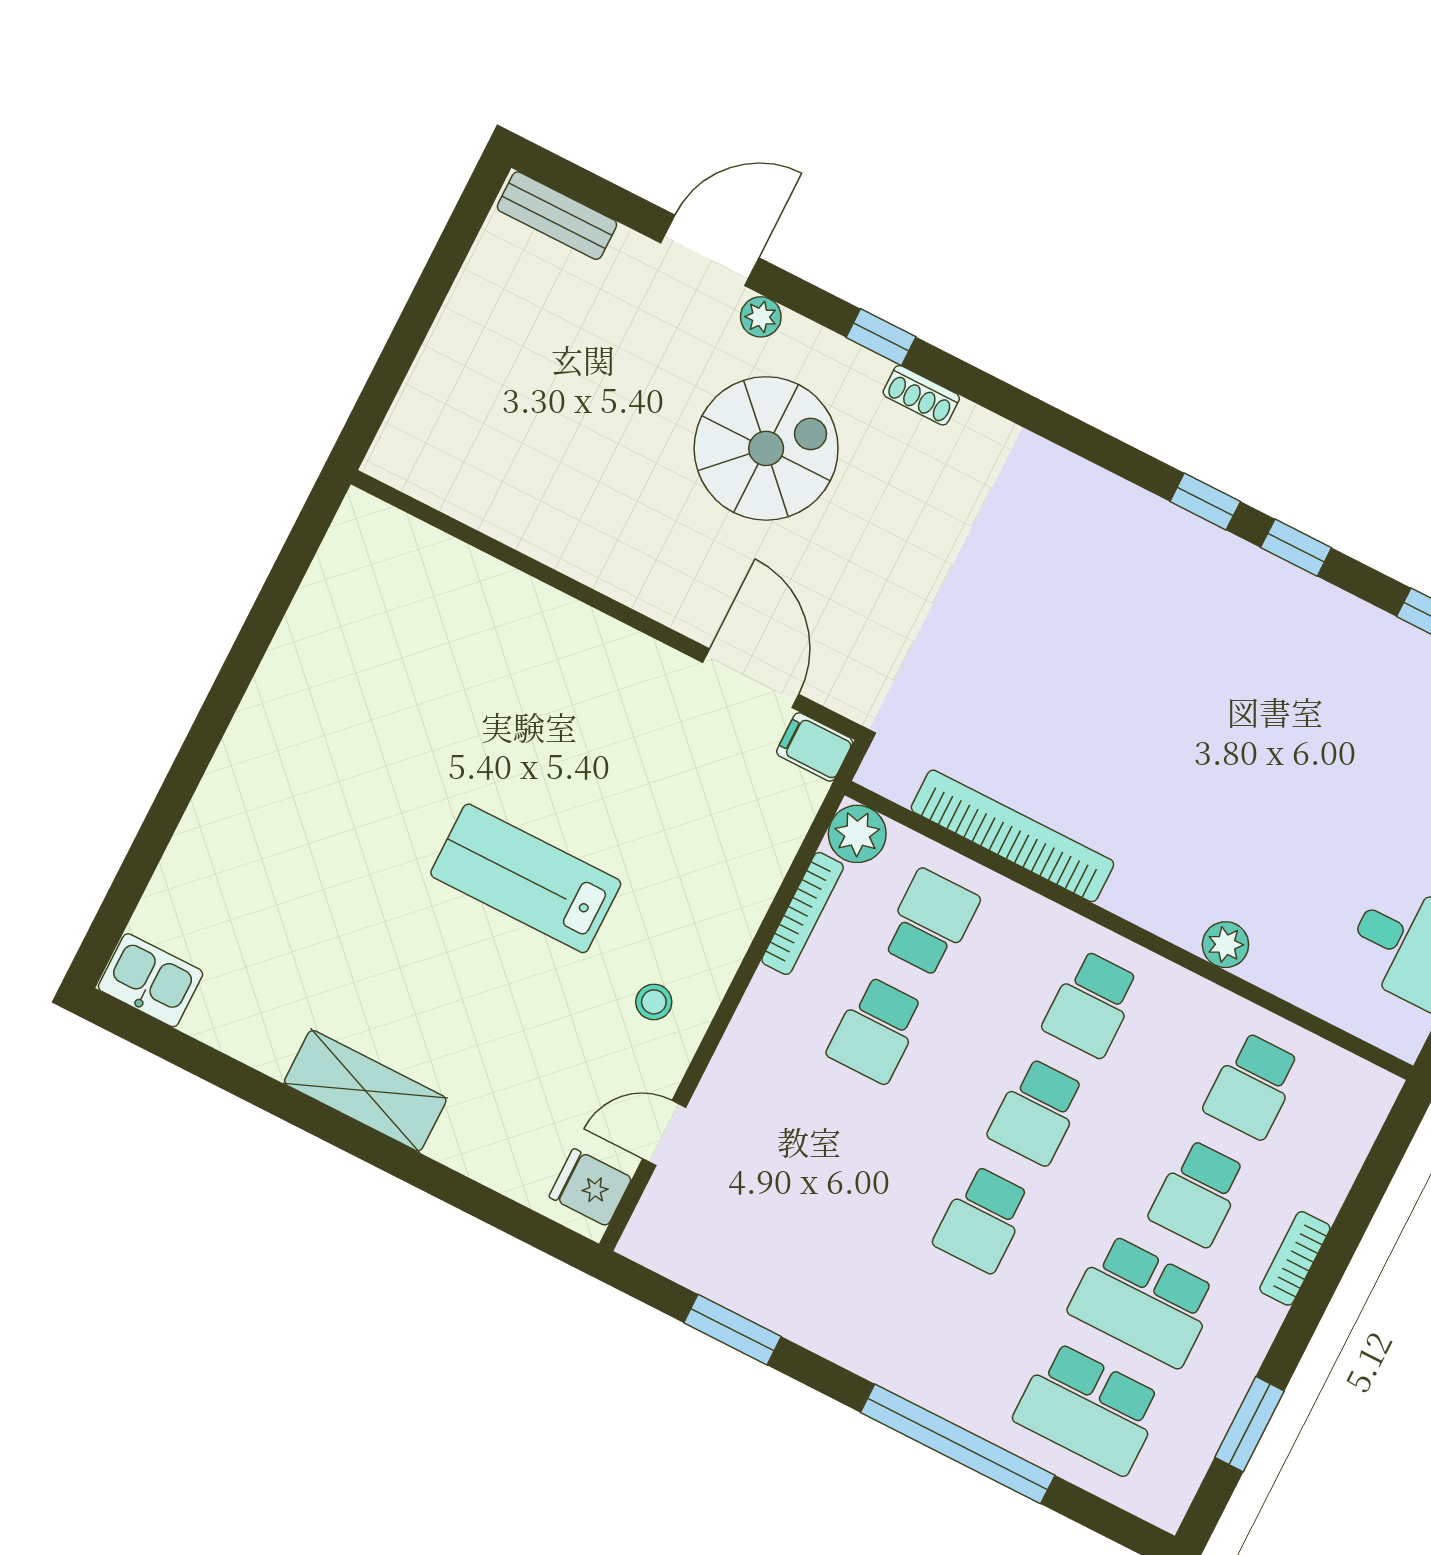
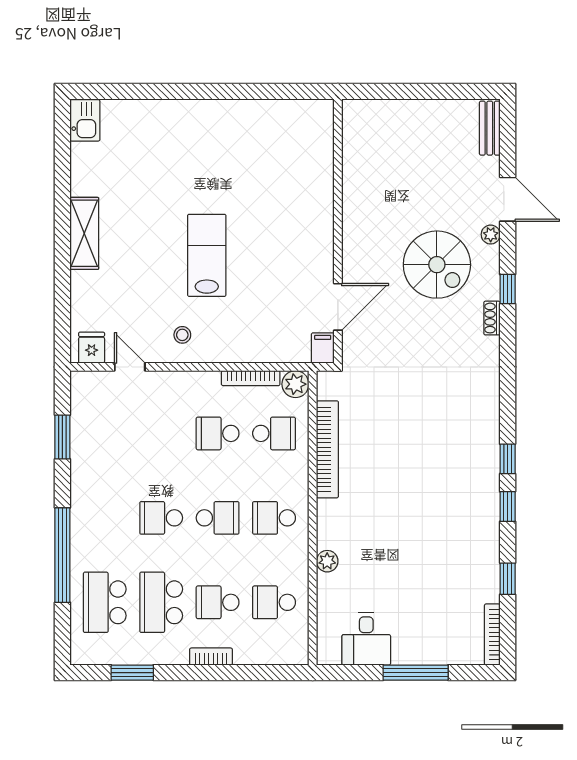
school desk: (1037, 1112) -> (218, 518), turned 180

